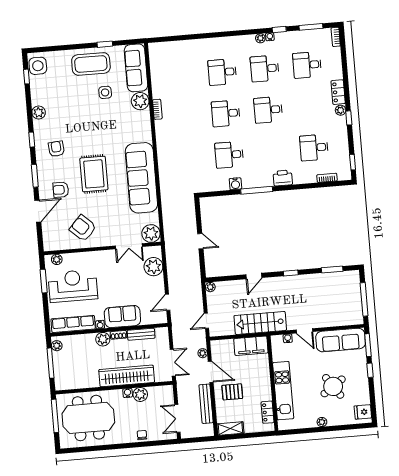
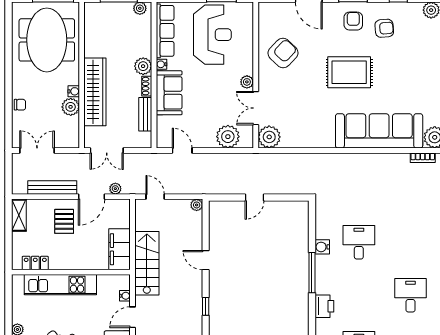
desk: (226, 113) -> (410, 242), removed
sofa: (141, 178) -> (379, 131), moved
armchair: (61, 190) -> (353, 21), moved
plant: (57, 259) -> (247, 82), moved

